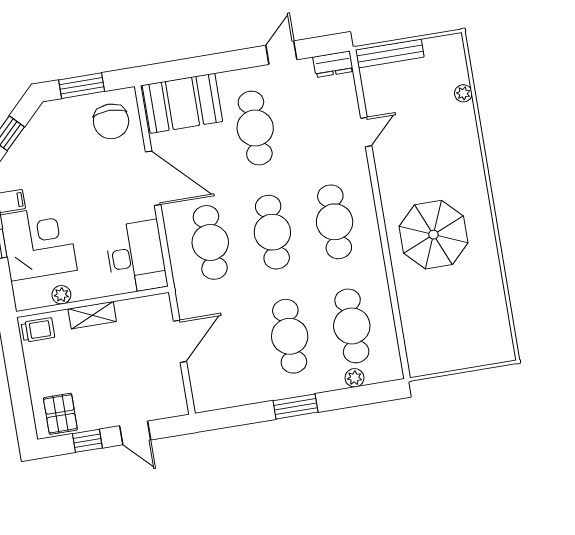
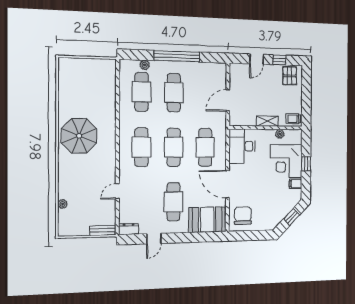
bench: (390, 53) -> (103, 230), width x0.73
window: (82, 86) -> (254, 235), removed
parasol: (433, 235) -> (79, 136), moved
window: (296, 406) -> (177, 56), width x2.11
door: (135, 433) -> (257, 59), swing flipped

